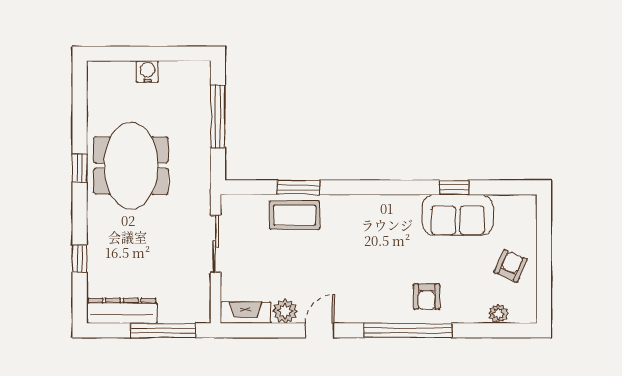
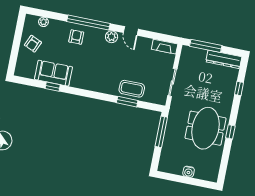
window: (218, 116) -> (161, 132), moved
plant: (285, 311) -> (112, 37), moved
door: (320, 330) -> (131, 31), hinge flipped

